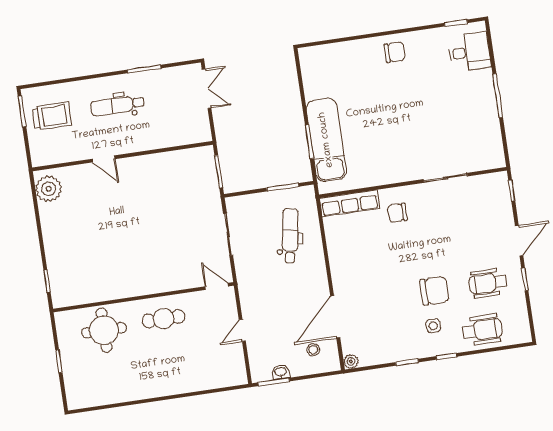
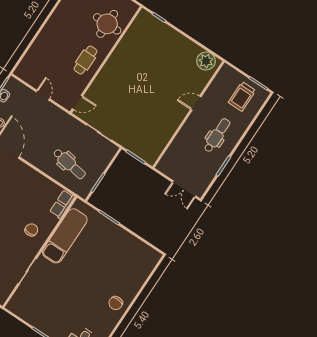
exam couch: (326, 140) -> (65, 236), moved, turned -90
row of seats: (350, 203) -> (62, 204), width x0.68

